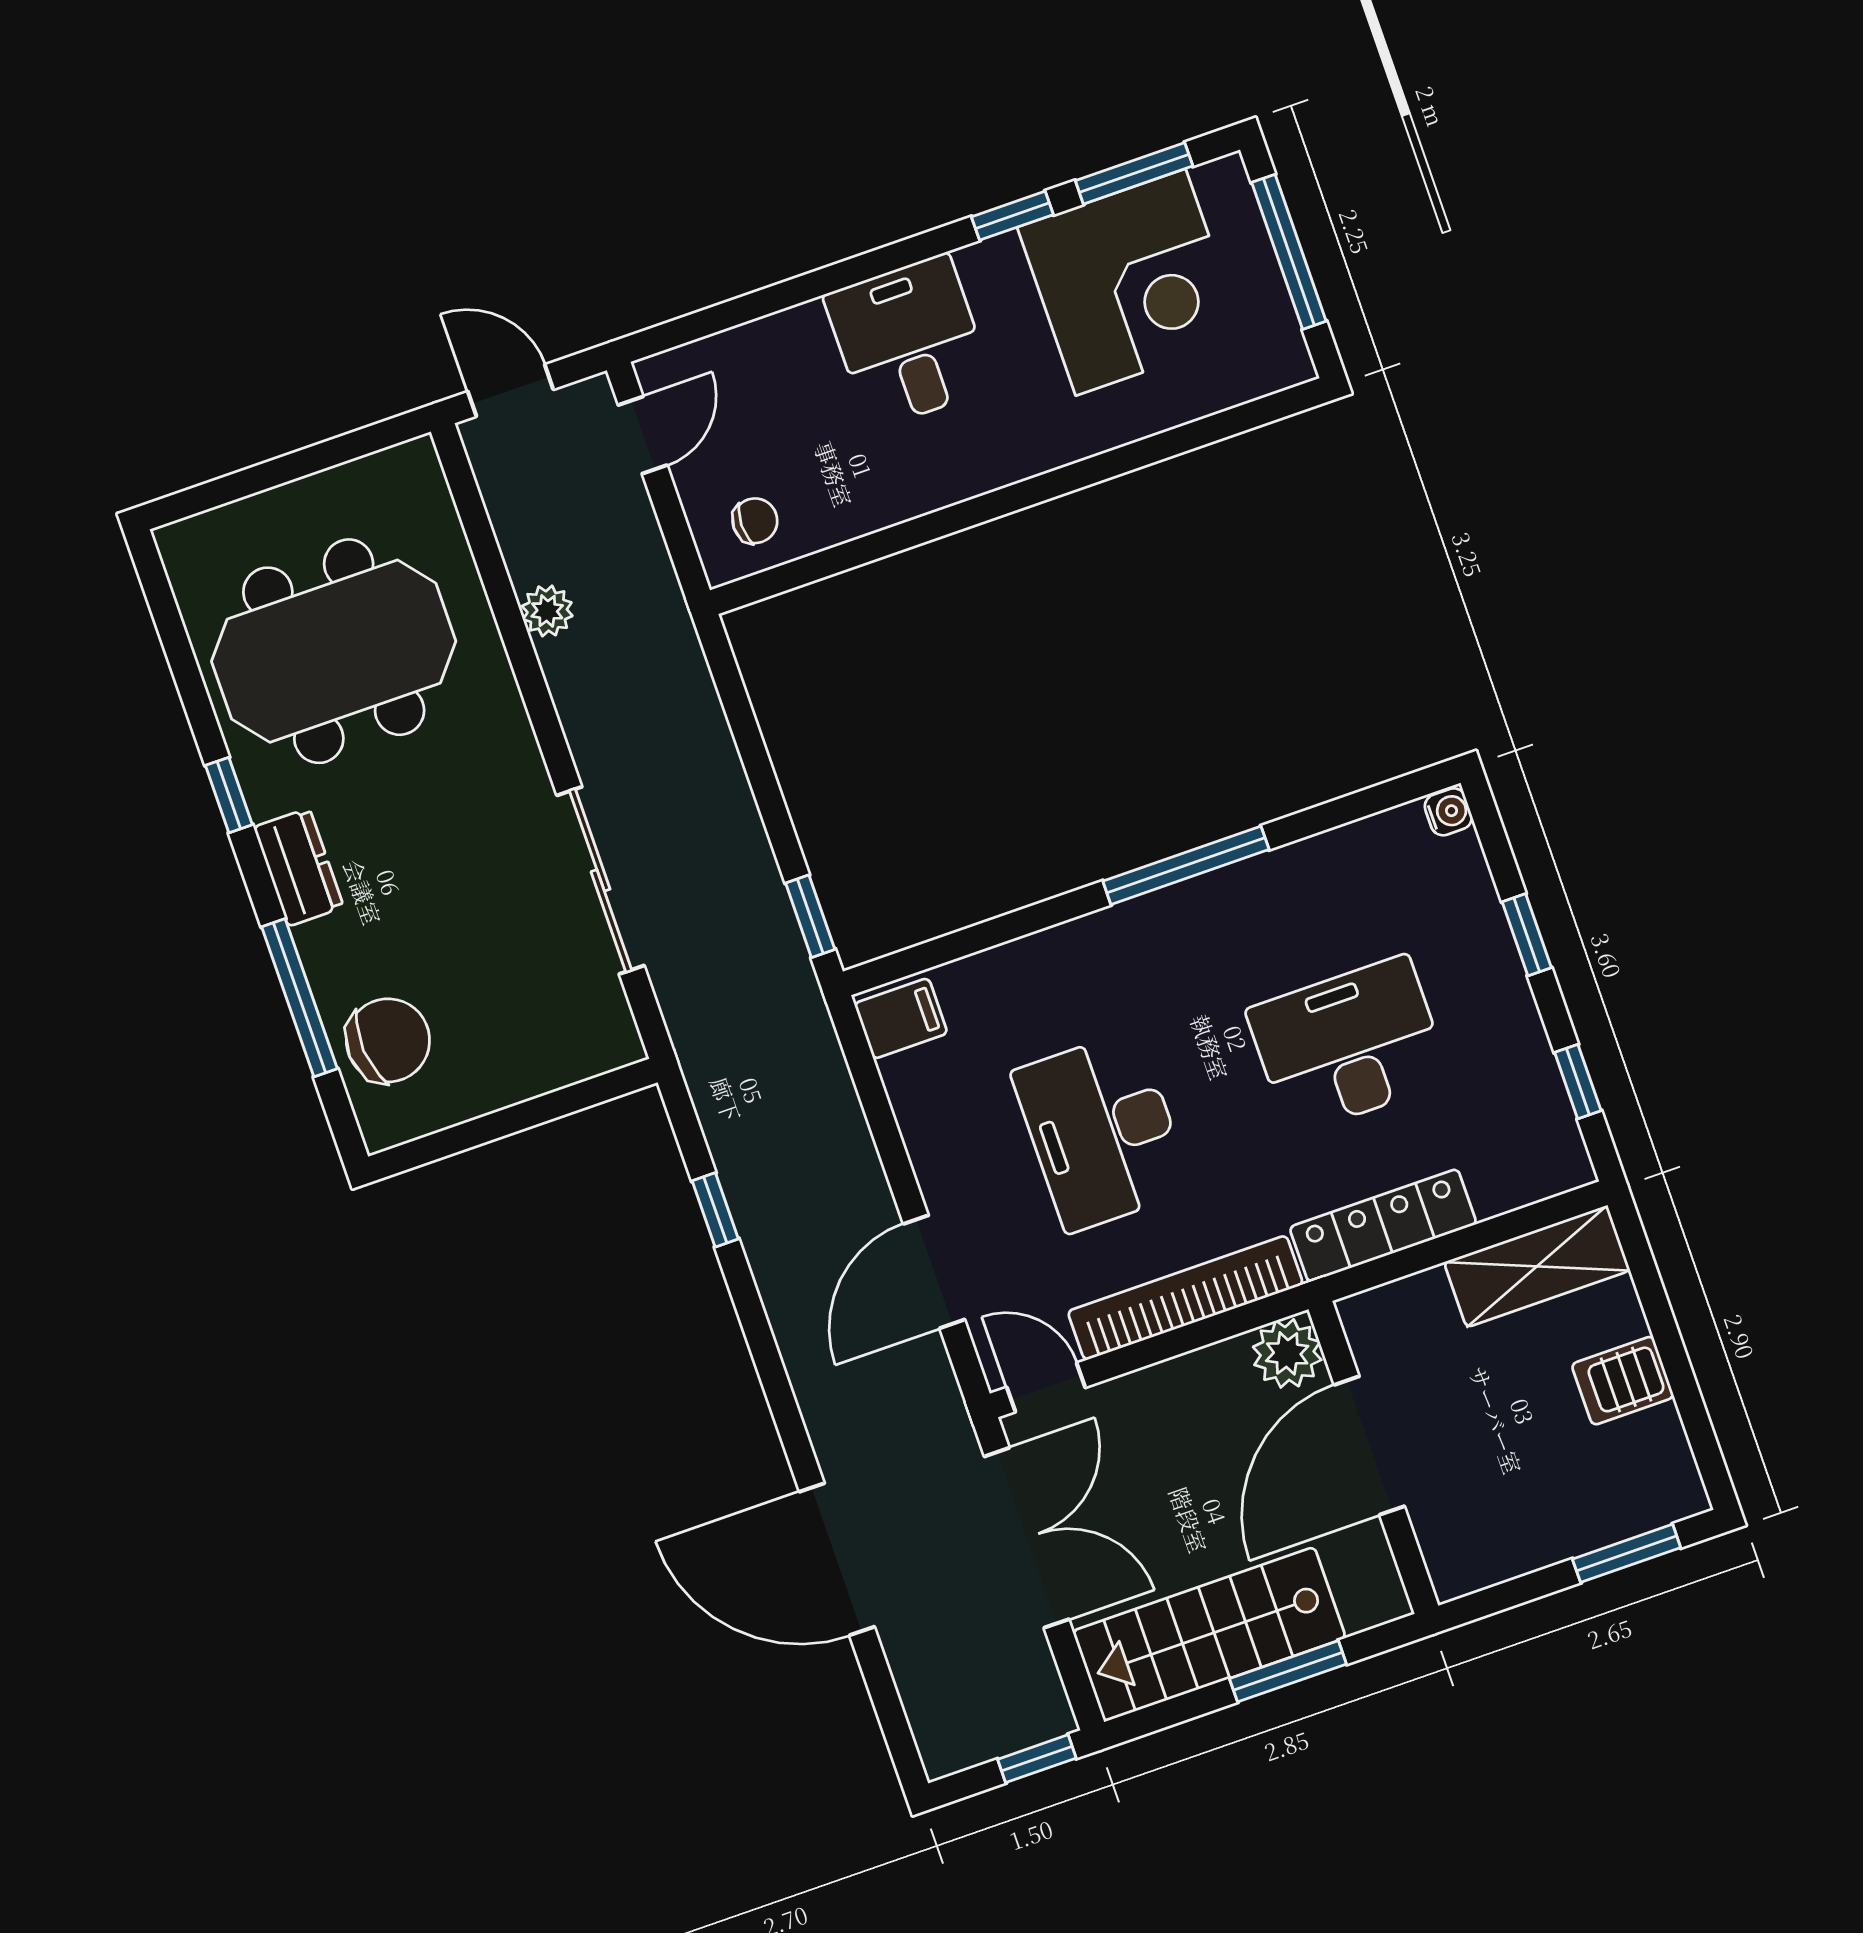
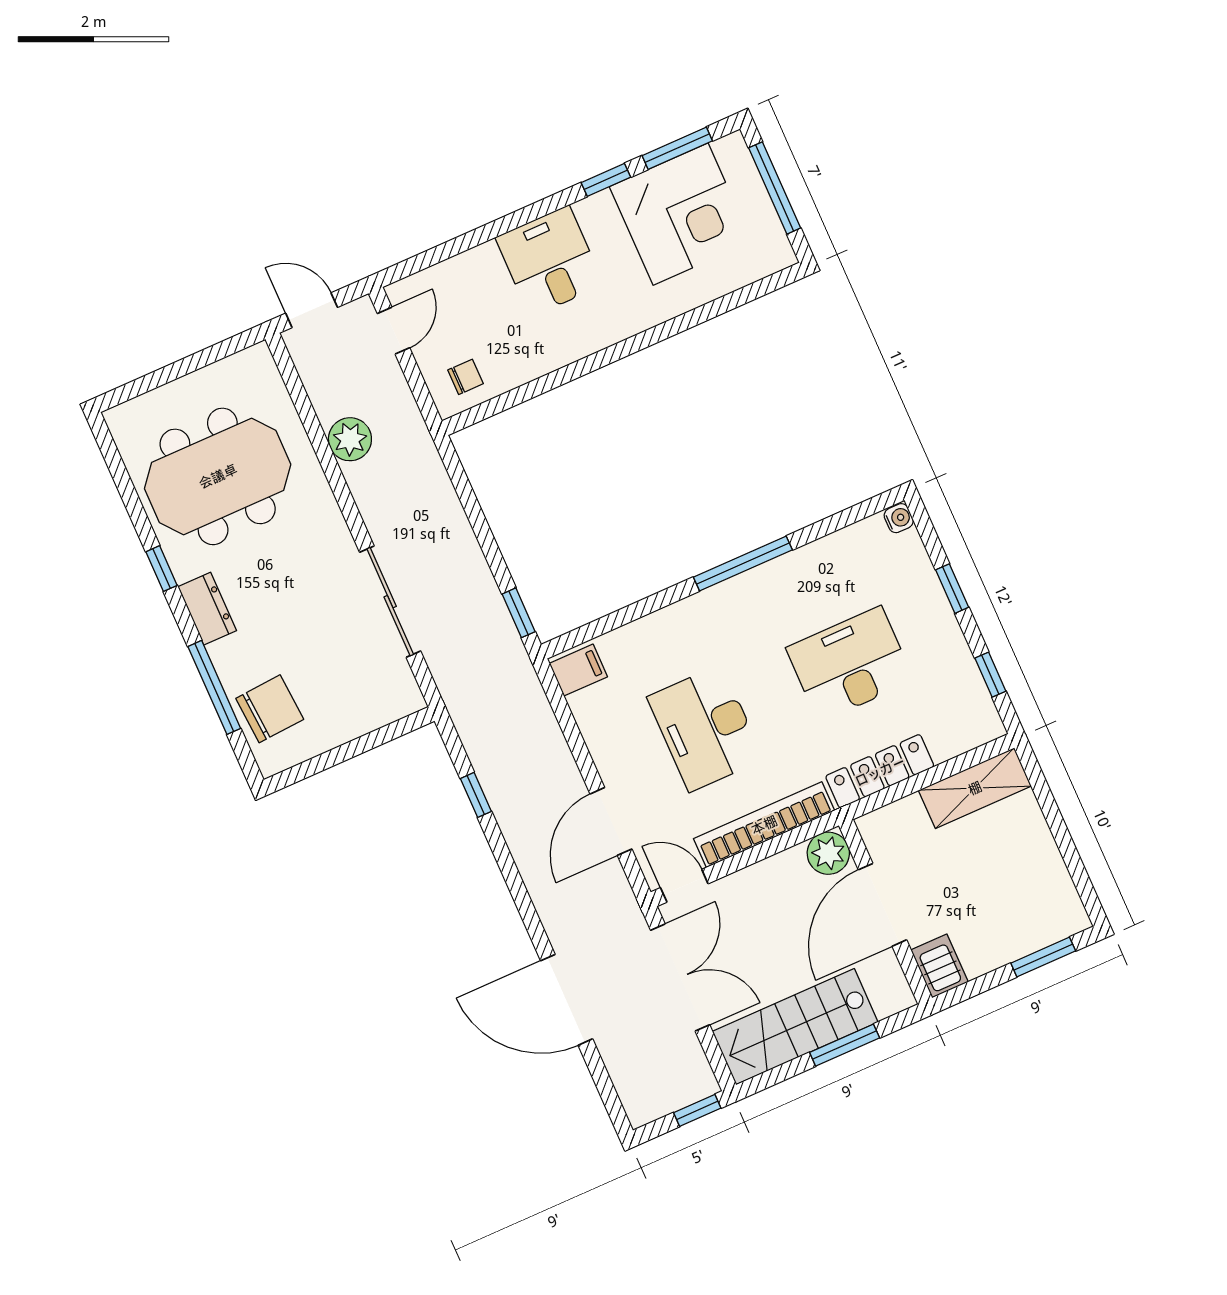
plant: (547, 611) -> (350, 439), width x1.38, depth x1.38
server rack: (1623, 1381) -> (939, 966), moved, turned 90

